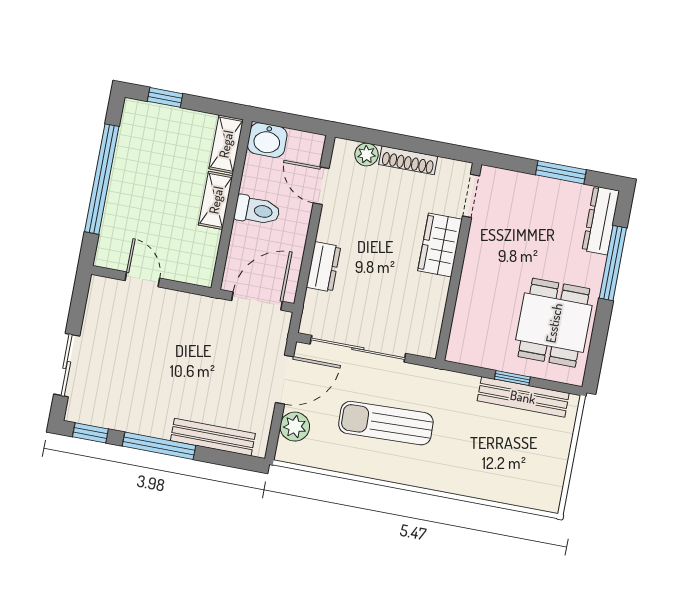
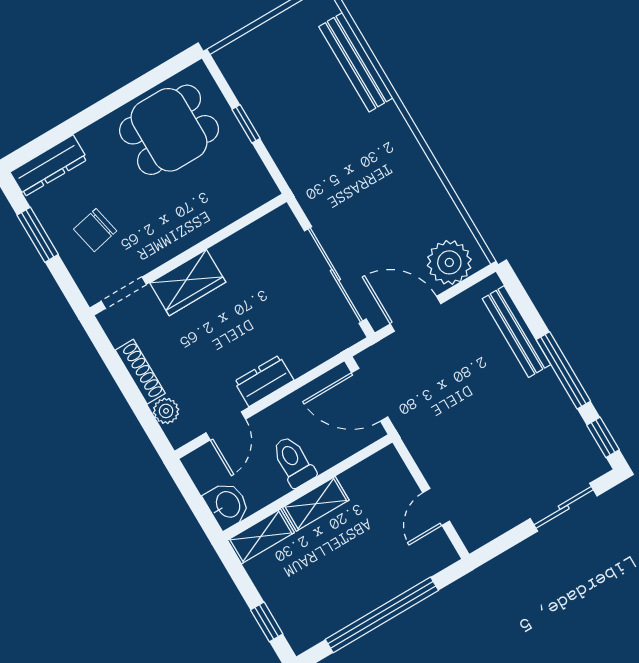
chair: (530, 214) -> (95, 230), added
window: (613, 263) -> (75, 124), removed
dresser: (323, 267) -> (264, 381), moved
bench: (523, 397) -> (356, 62), moved
sun lounger: (386, 423) -> (377, 197), removed
plant: (295, 427) -> (449, 262), width x1.36, depth x1.36

